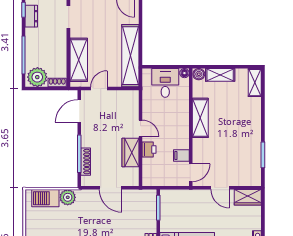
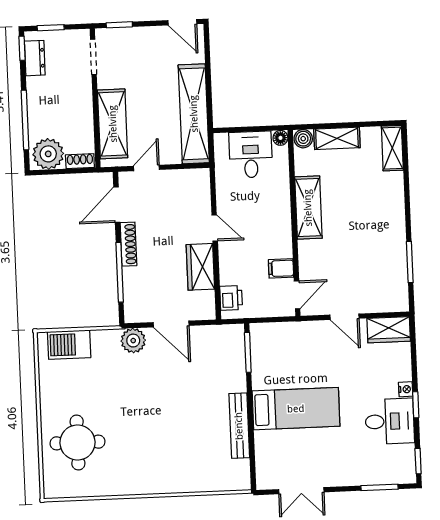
printer: (149, 150) -> (231, 298), moved
shoe rack: (86, 162) -> (128, 244), moved
plant: (68, 197) -> (133, 341), moved

